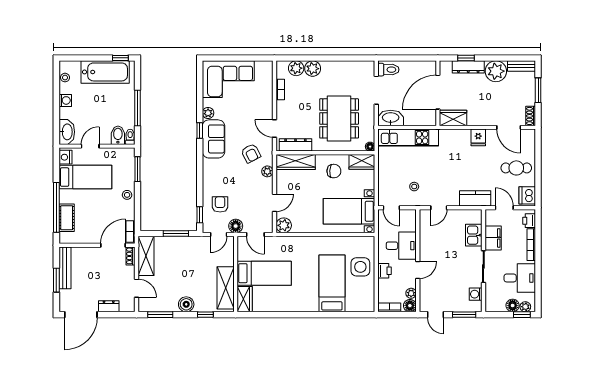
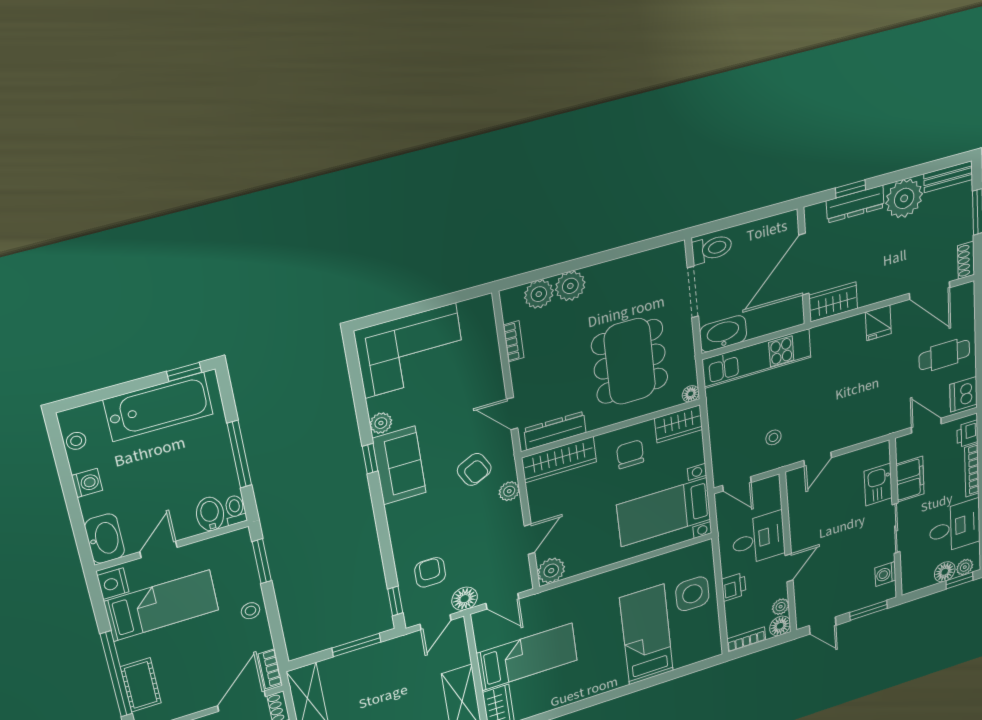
chair: (334, 171) -> (630, 454), turned -93
kitchen counter: (475, 198) -> (878, 425), removed

